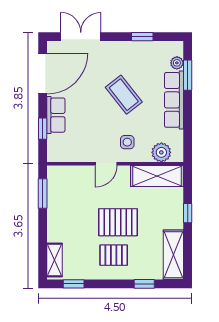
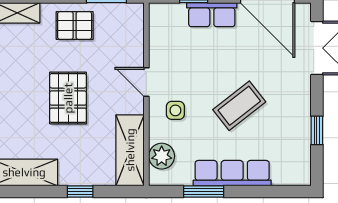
plant: (177, 63) -> (282, 177), removed
window: (188, 75) -> (204, 192), moved
pallet: (114, 255) -> (75, 26), moved, turned 90

